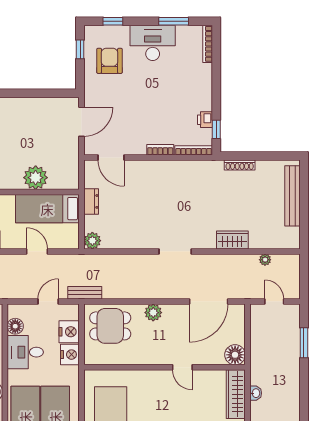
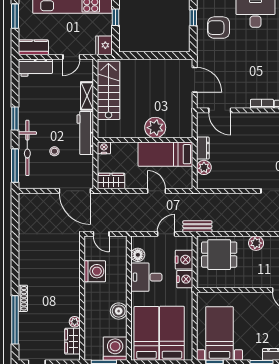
armchair: (110, 61) -> (219, 28), turned -90
door: (82, 122) -> (195, 80), hinge flipped
plant: (92, 241) -> (204, 167), moved

